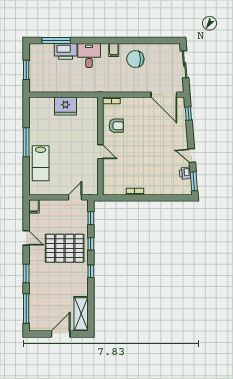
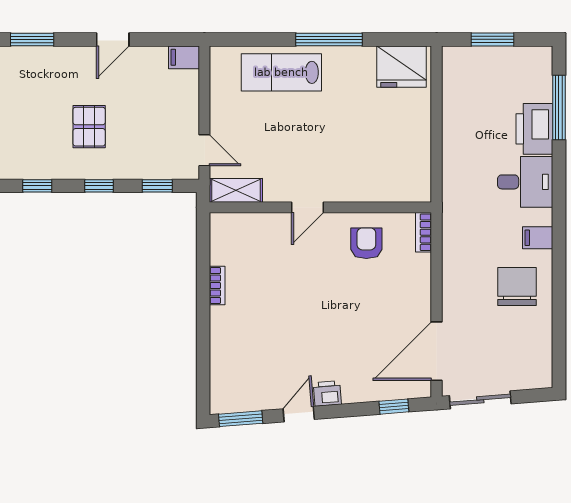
sliding door: (185, 64) -> (480, 400), moved
fridge: (65, 106) -> (402, 67), moved, turned -90
armchair: (116, 126) -> (366, 243), turned 180
printer: (185, 173) -> (327, 393), moved
shelving: (93, 183) -> (236, 190), added
pallet: (65, 248) -> (89, 127), width x0.49, depth x0.50

